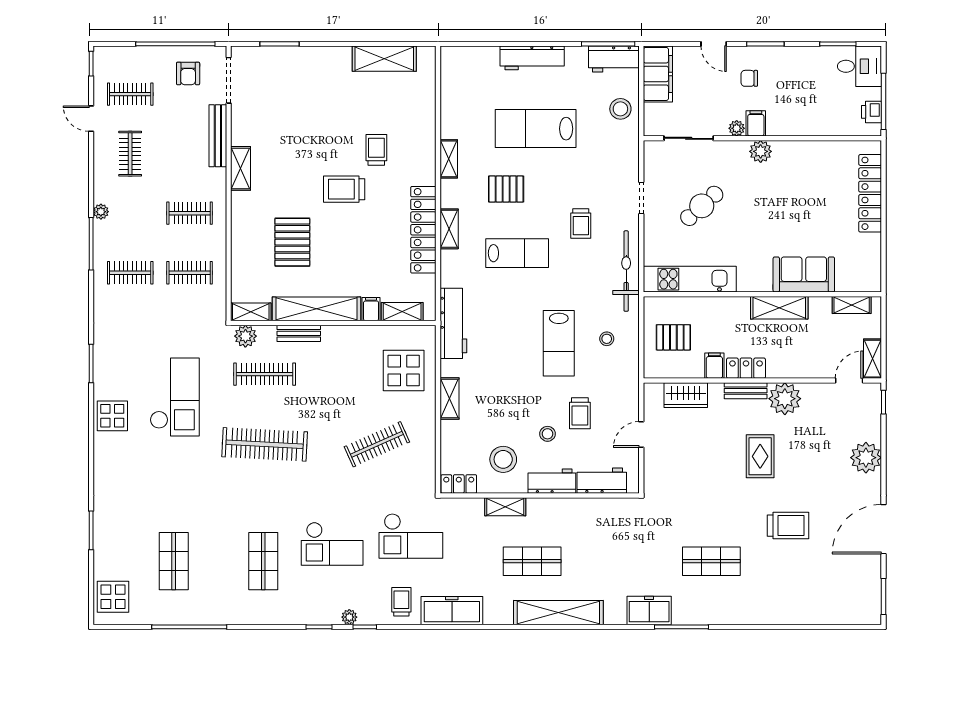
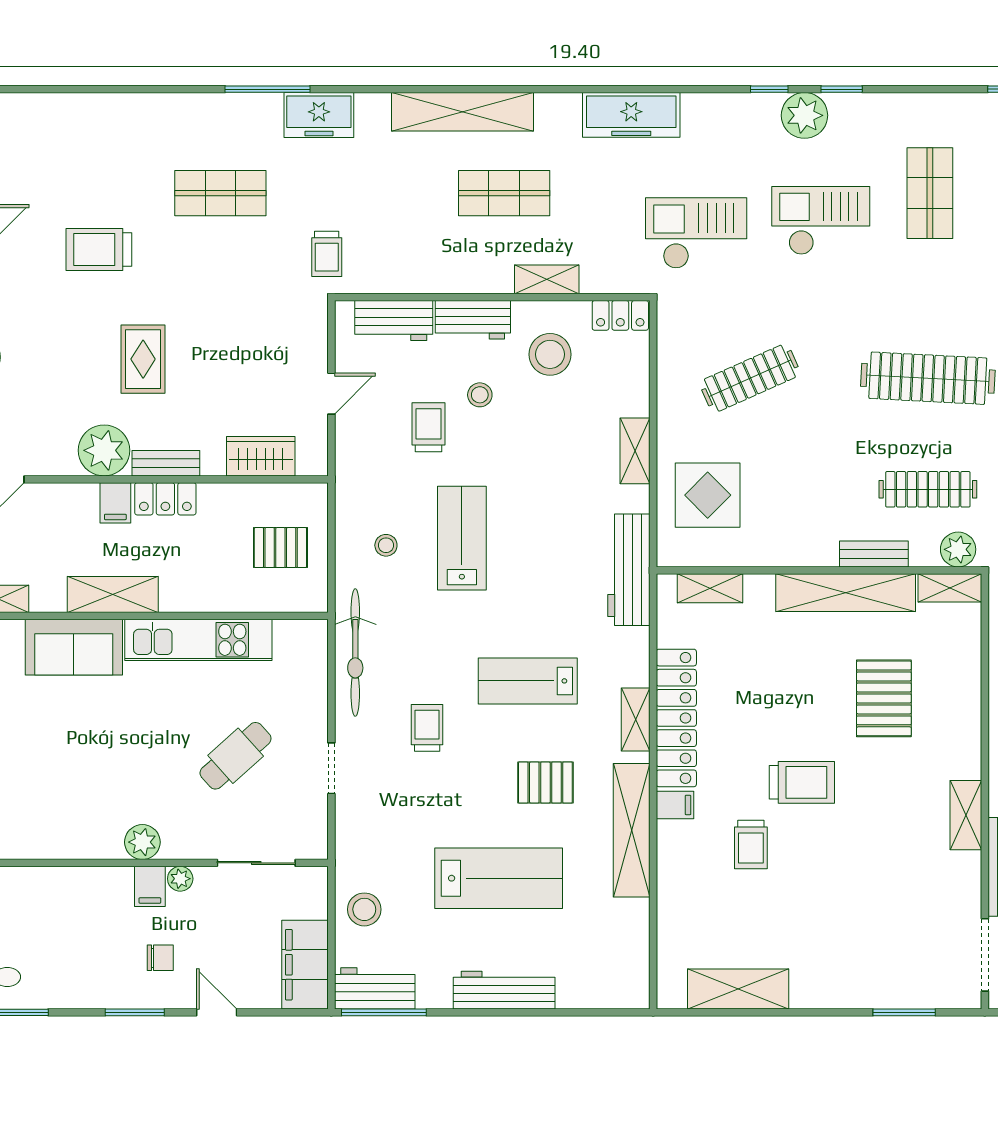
shelving: (449, 159) -> (632, 830), width x2.20, depth x1.33
kitchen unit: (690, 279) -> (198, 640), moved
filing cabinet: (371, 309) -> (675, 805), moved, turned -90
filing cabinet: (714, 366) -> (115, 503), moved
trolley: (401, 602) -> (327, 254), moved
plant: (349, 617) -> (804, 115), width x1.88, depth x1.88

